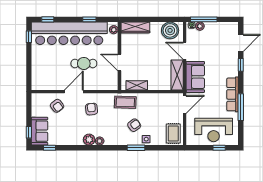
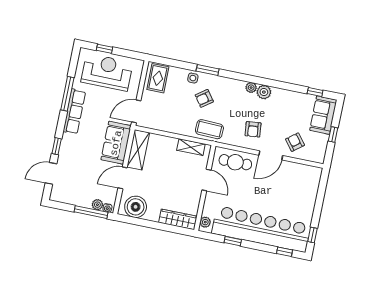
door: (185, 51) -> (123, 178), swing flipped
cafe table: (84, 63) -> (235, 162), moved
window: (29, 132) -> (333, 134), moved

